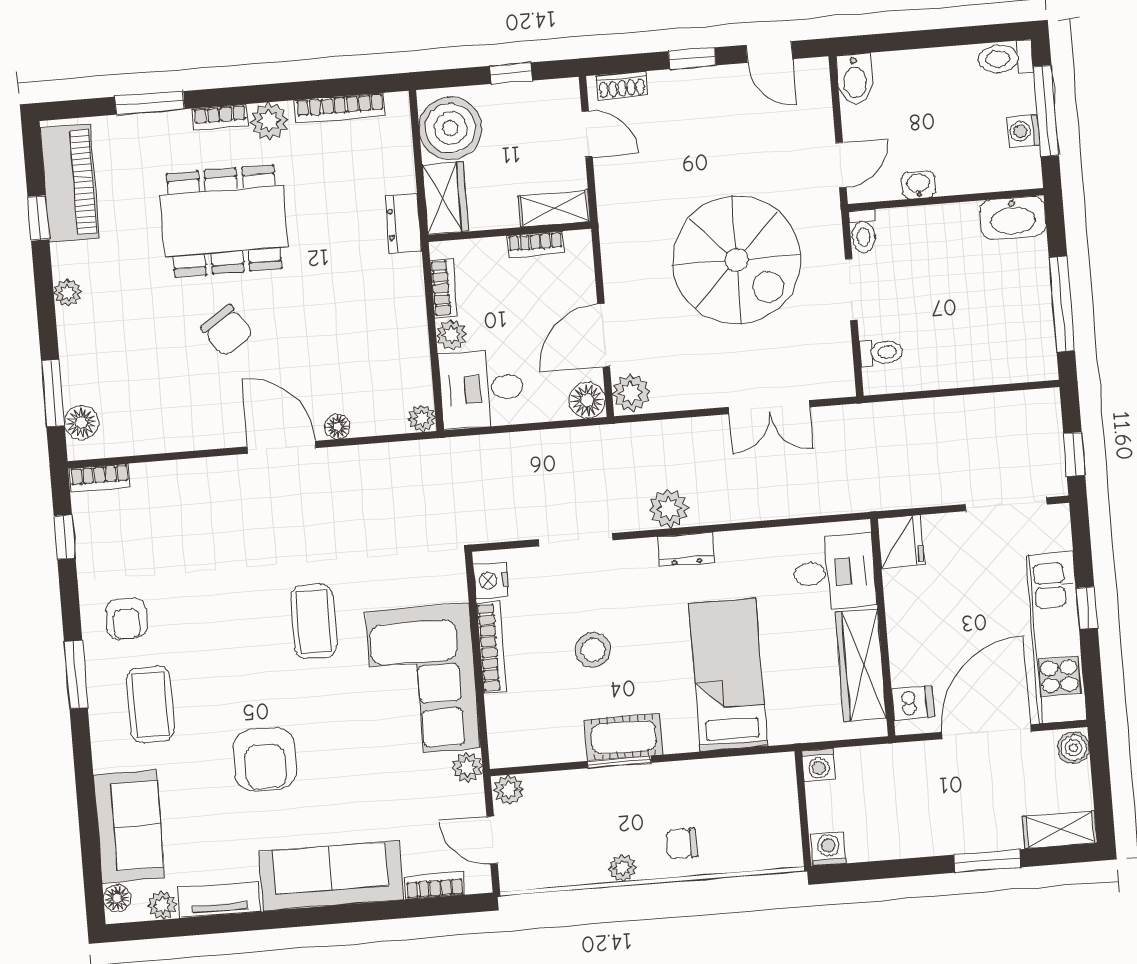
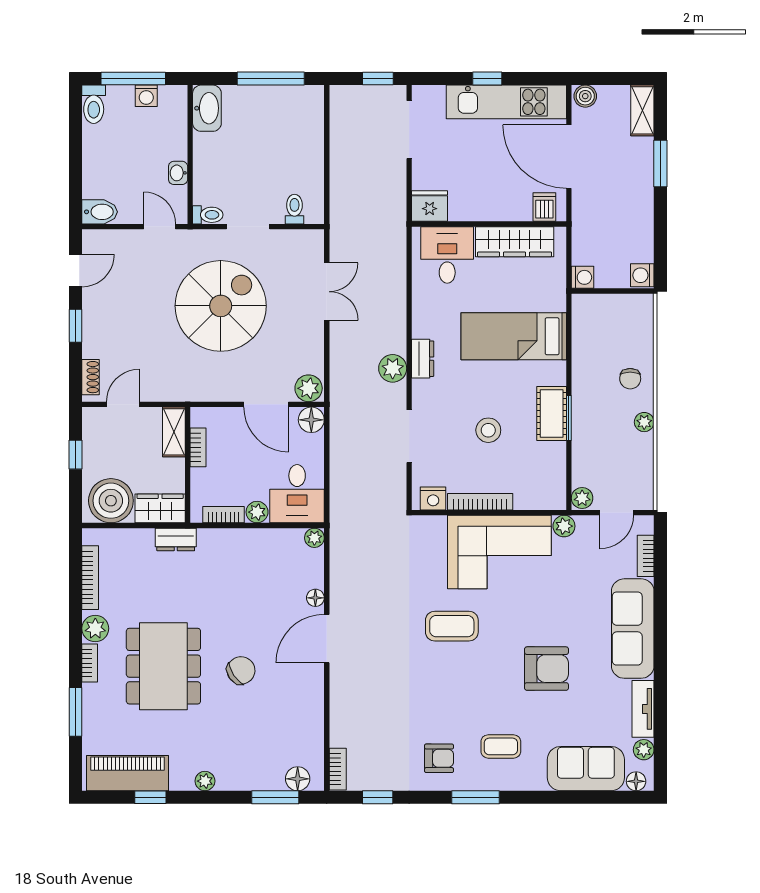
coffee table: (150, 704) -> (501, 746), width x0.73, depth x0.77

